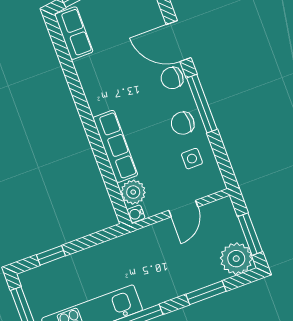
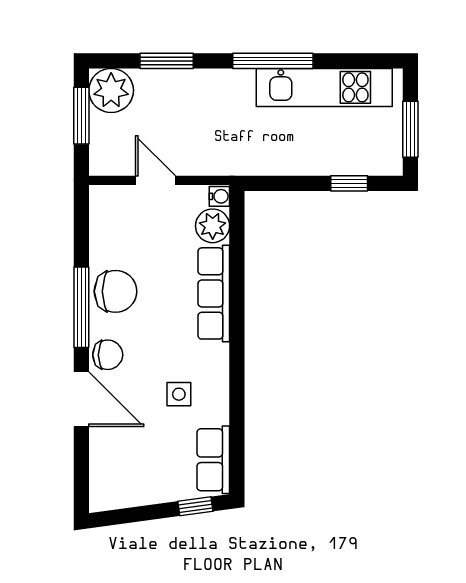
chair: (183, 123) -> (116, 291), width x1.37, depth x1.37
side table: (192, 159) -> (179, 394), moved
door: (183, 209) -> (156, 180), hinge flipped

